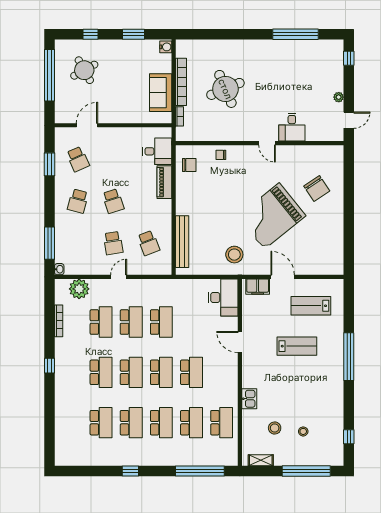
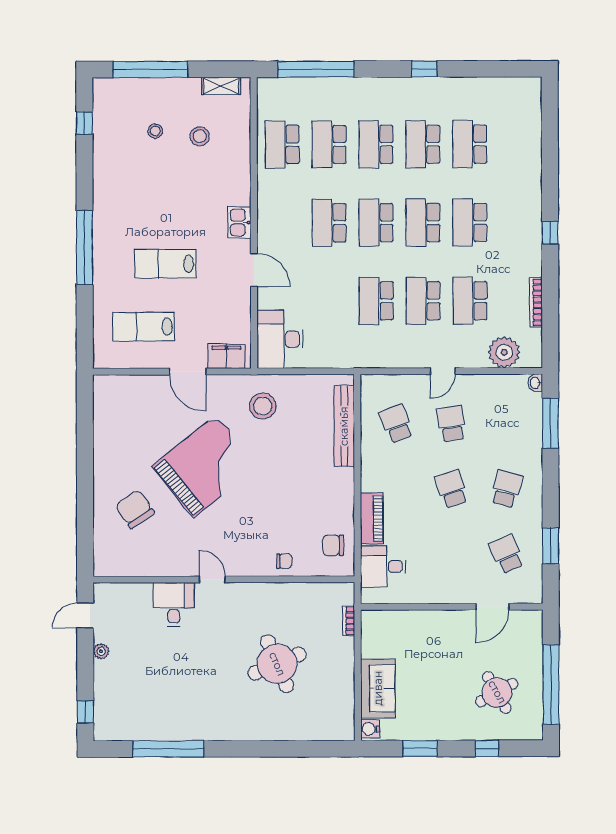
bookcase: (181, 82) -> (346, 674), removed
sofa: (161, 93) -> (378, 688), moved
lab bench: (311, 306) -> (144, 327), turned 180
kitchen sink: (249, 399) -> (239, 222), moved

